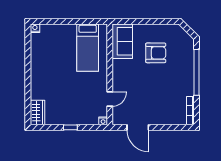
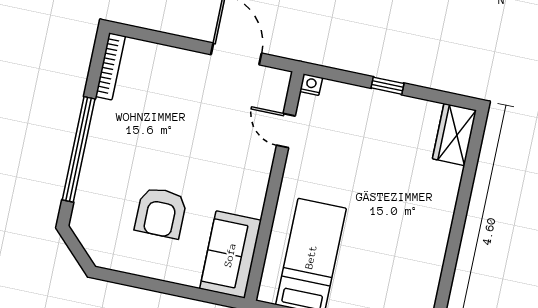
armchair: (156, 53) -> (161, 213), turned -90
door: (110, 99) -> (286, 131), hinge flipped

